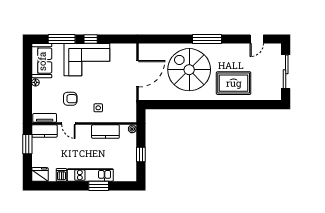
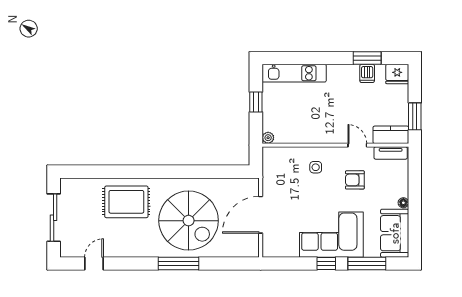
window: (207, 39) -> (178, 263), moved
kitchen counter: (105, 132) -> (306, 134), removed
kitchen unit: (90, 175) -> (294, 73), moved
window: (99, 186) -> (367, 58), moved

